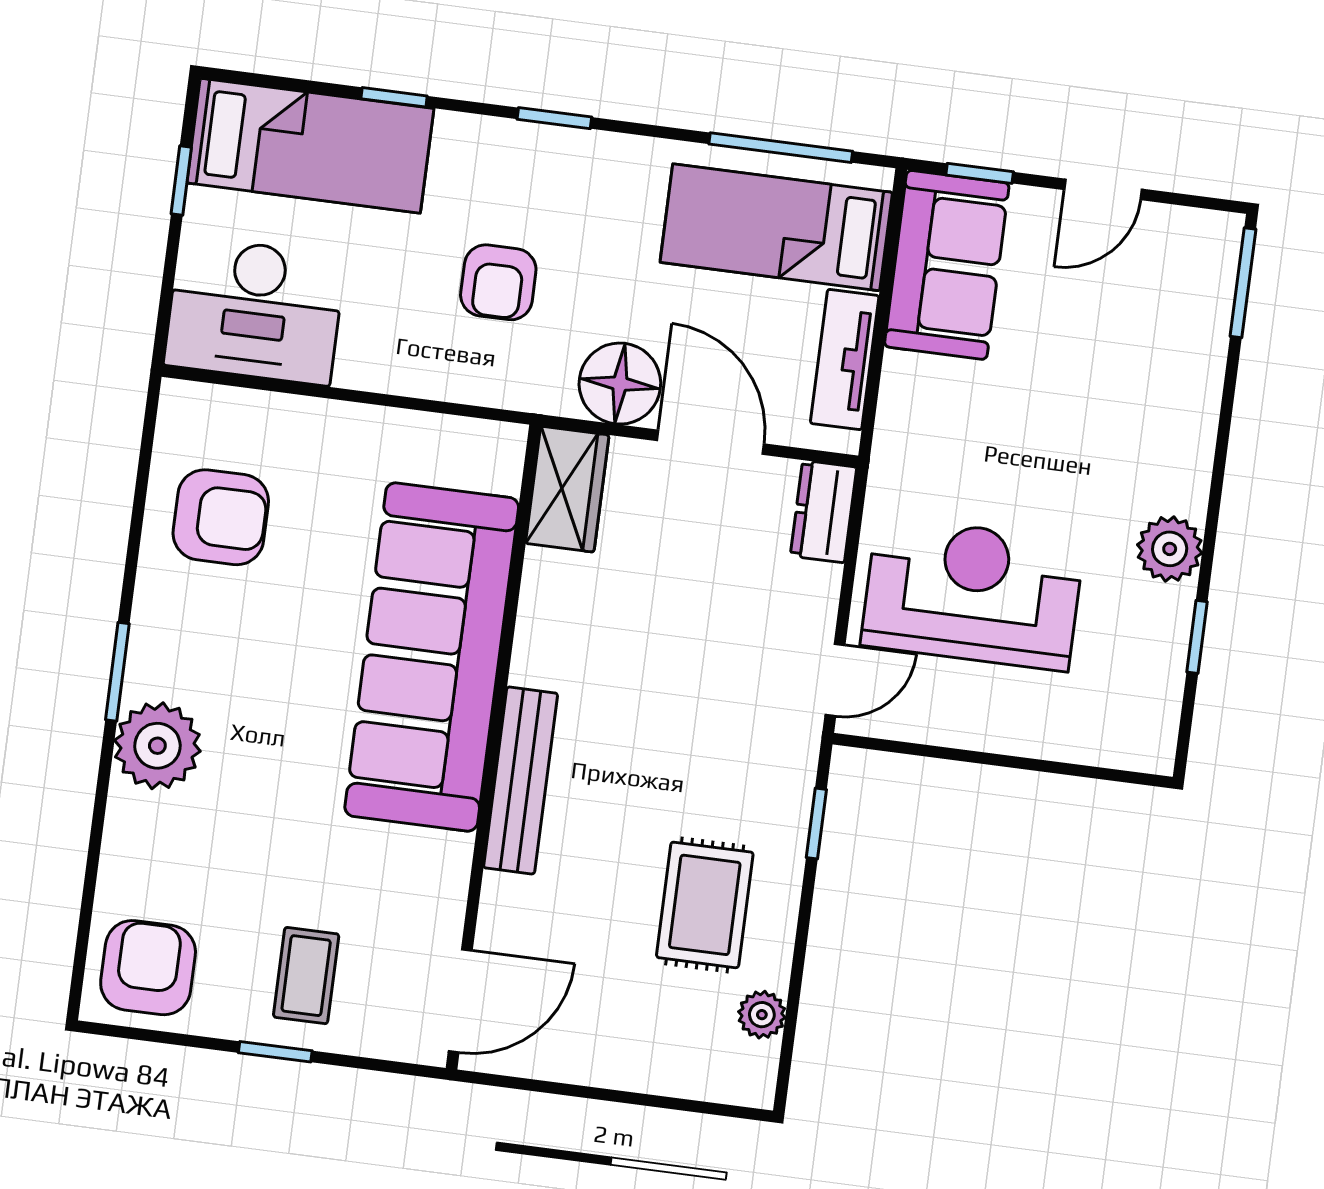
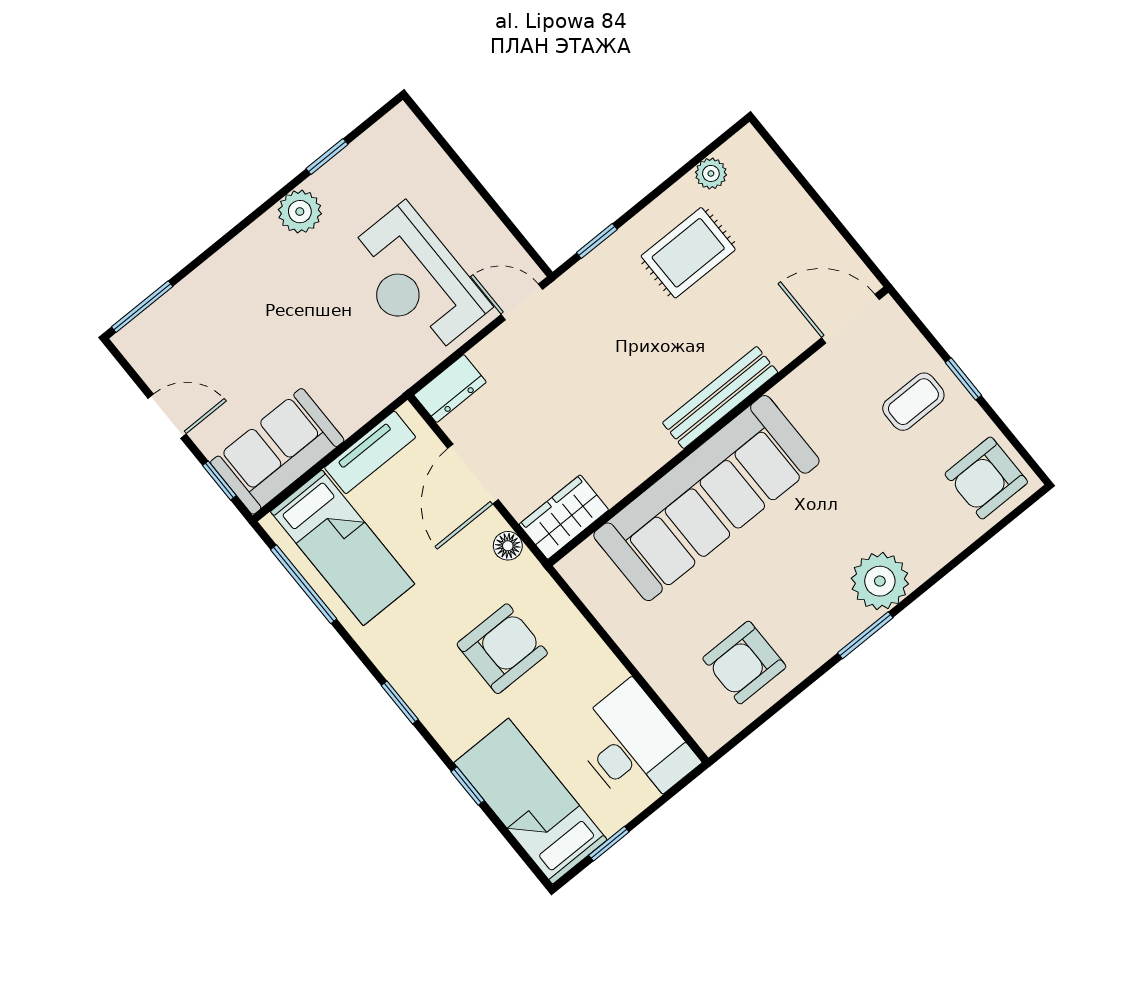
armchair: (498, 282) -> (502, 649), width x1.38, depth x1.38
floor lamp: (620, 384) -> (508, 546), width x0.53, depth x0.53
armchair: (221, 517) -> (744, 663), turned -90

